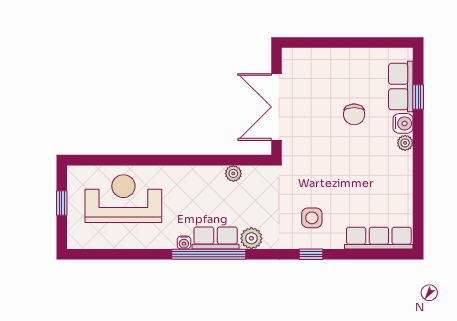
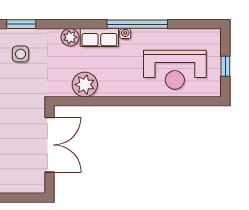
plant: (233, 173) -> (85, 85), width x1.87, depth x1.87
window: (209, 254) -> (137, 24), moved
window: (311, 254) -> (21, 24), width x1.50

